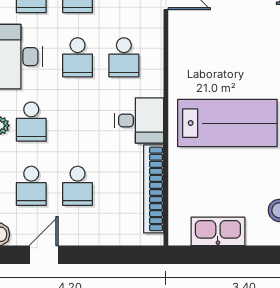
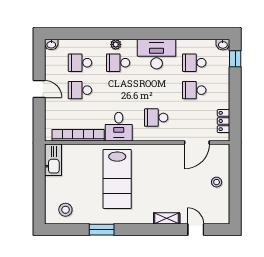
school desk: (78, 57) -> (156, 90), removed
kitchen sink: (218, 231) -> (53, 160), moved
door: (44, 255) -> (39, 89), moved

